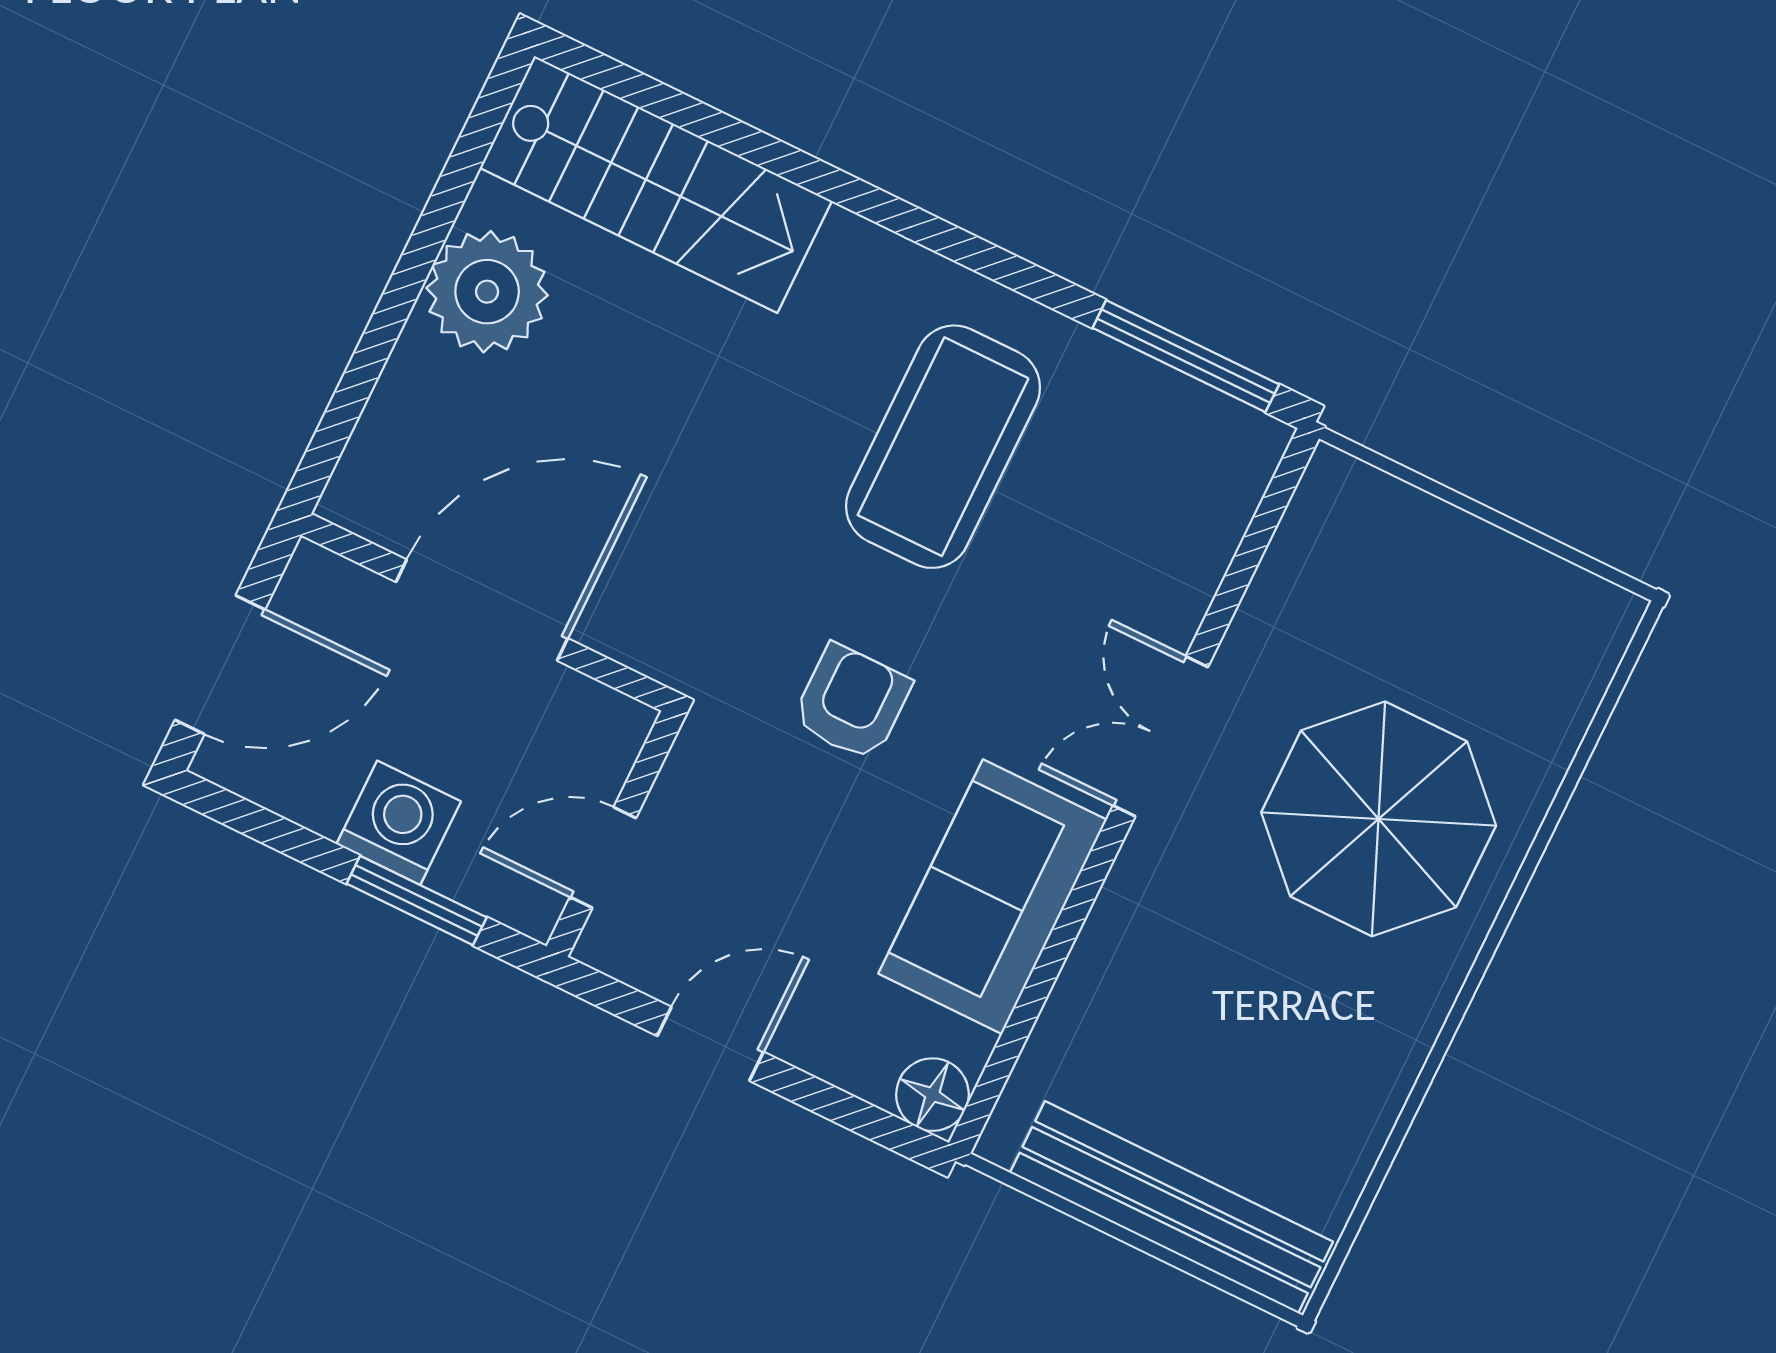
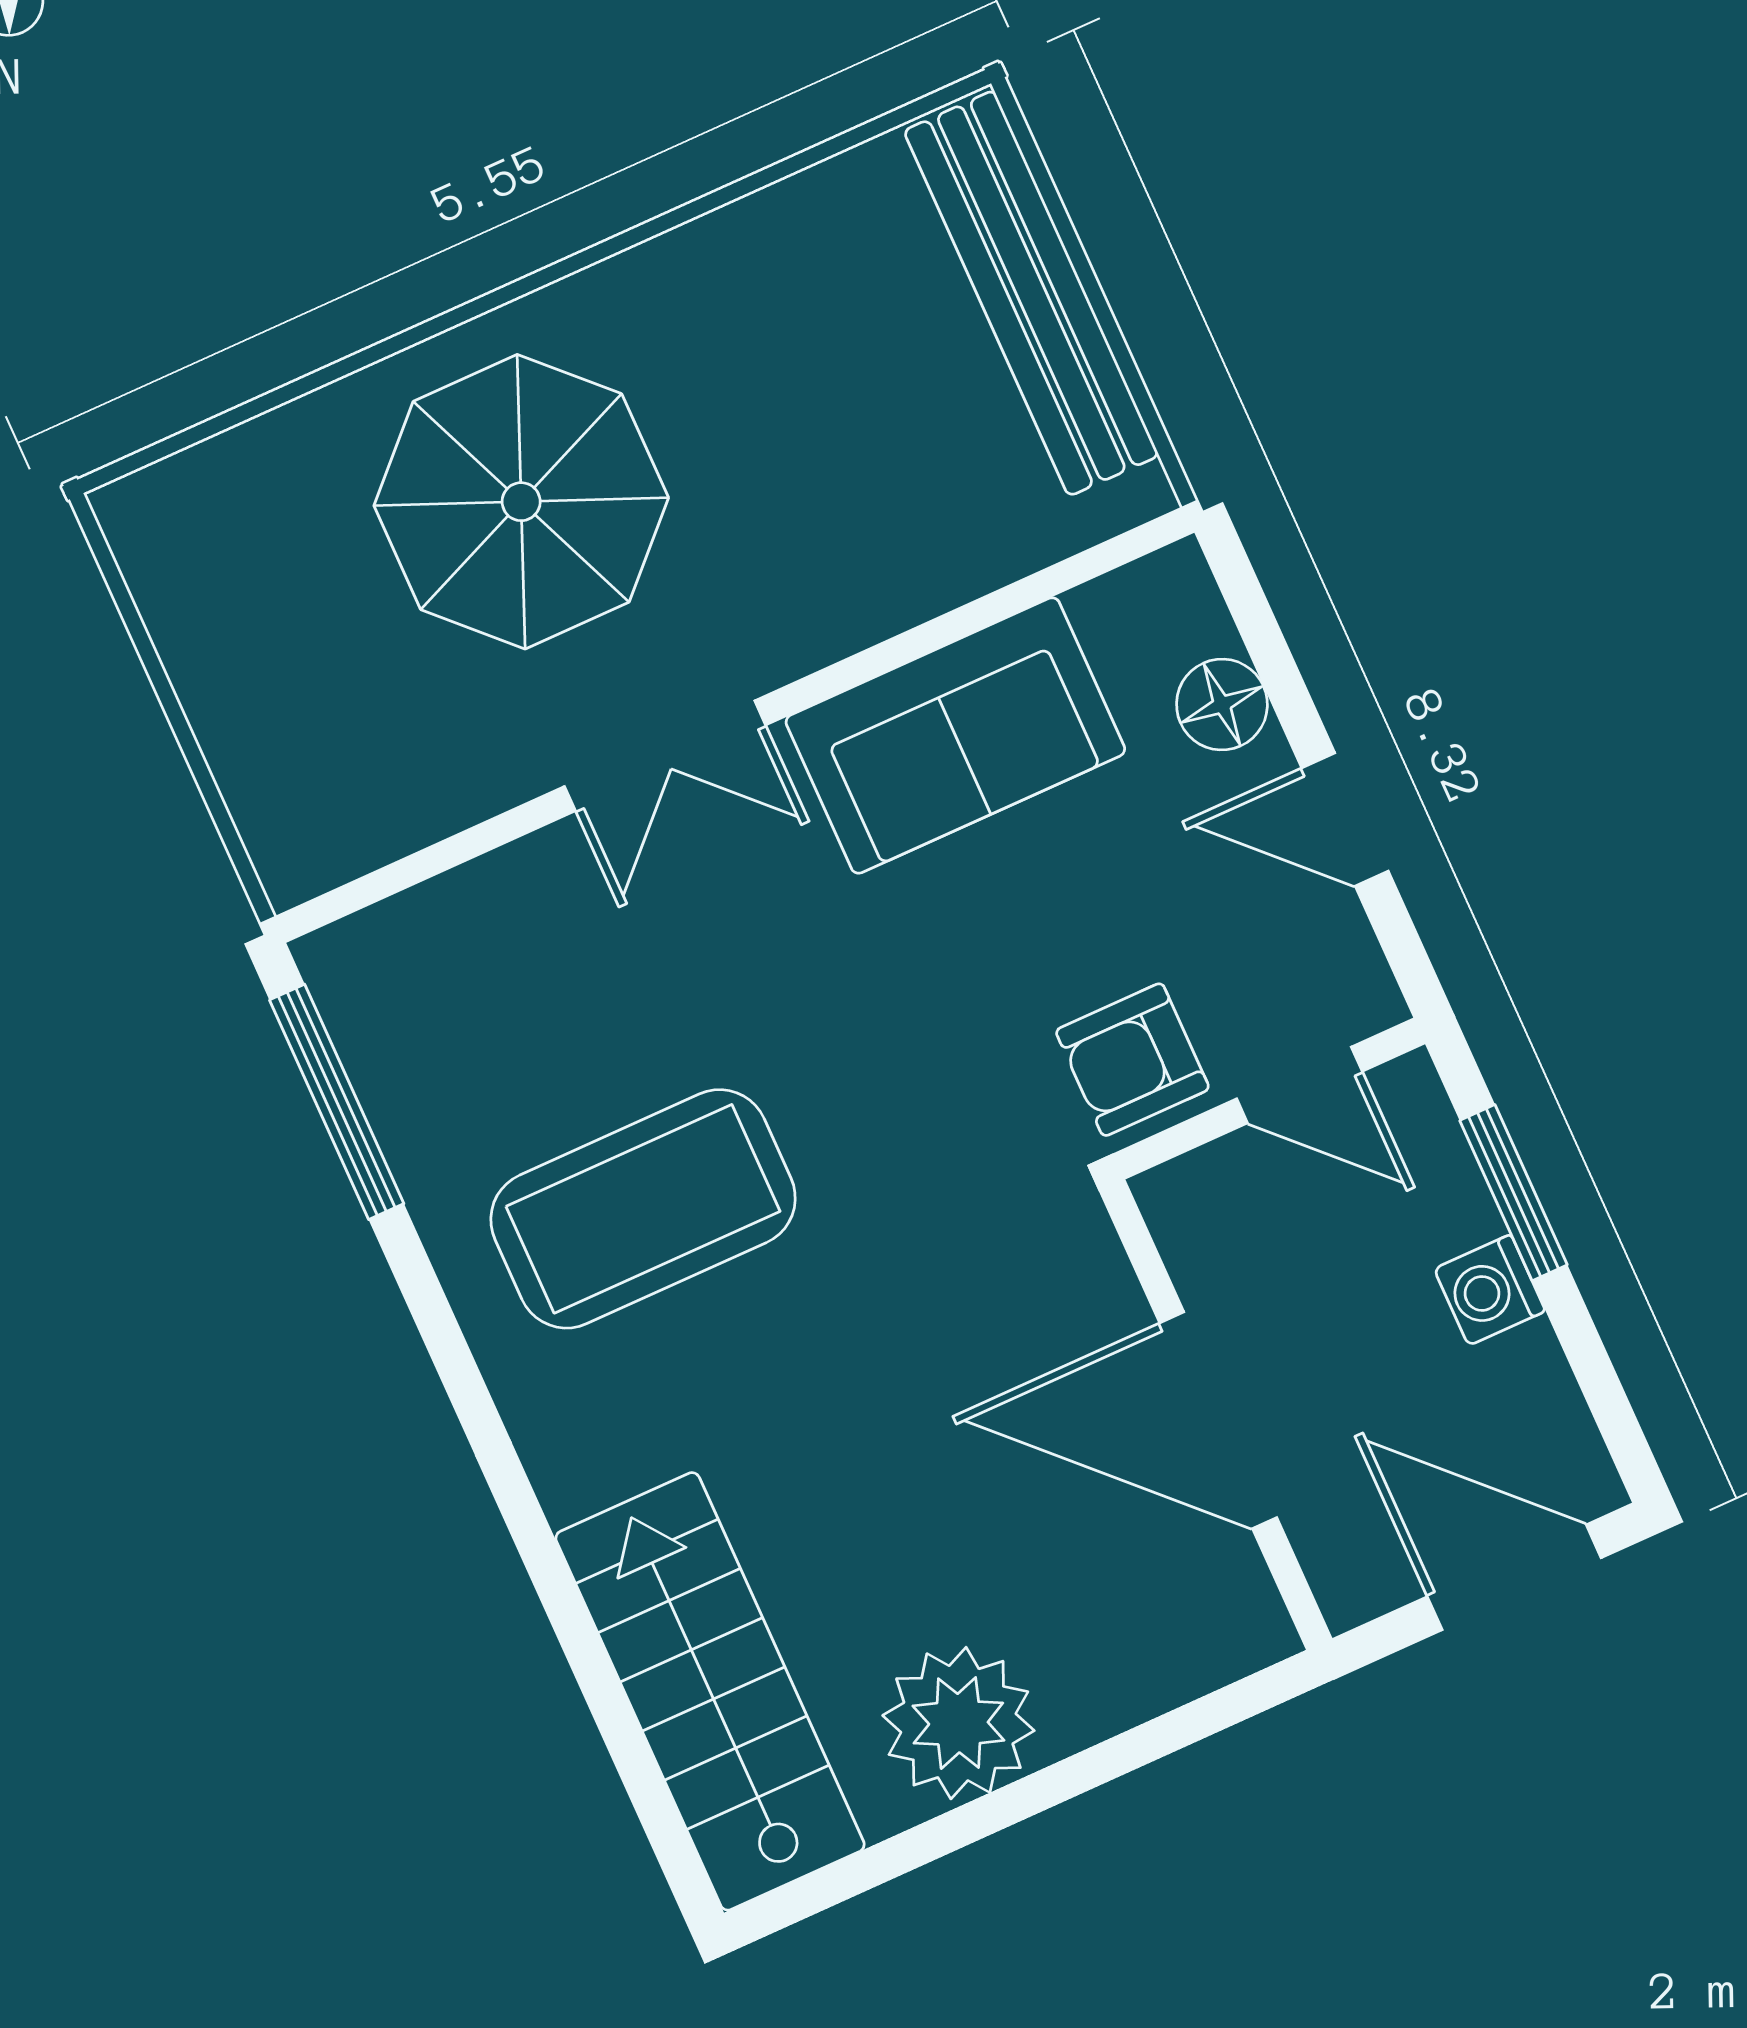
armchair: (852, 702) -> (1132, 1060), moved
washing machine: (399, 823) -> (1490, 1290), width x0.73, depth x0.73
floor lamp: (932, 1095) -> (1222, 705), moved

